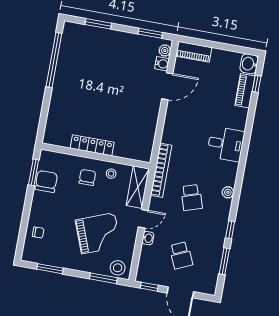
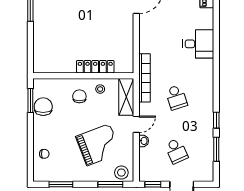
locker: (92, 145) -> (95, 67), moved
plant: (228, 192) -> (208, 87), removed

